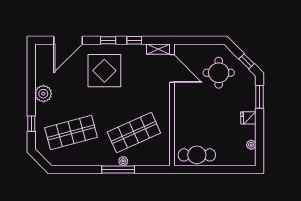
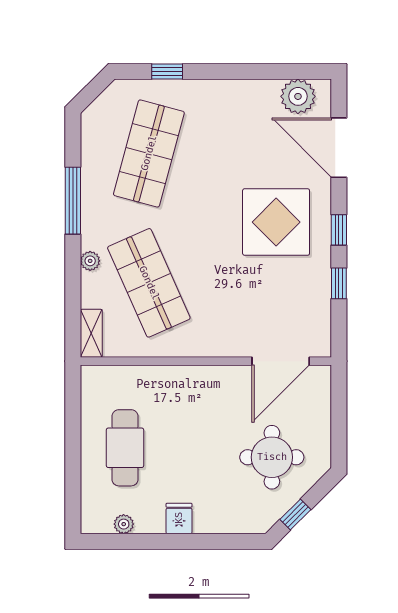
shelving: (158, 49) -> (91, 333), moved
plant: (43, 94) -> (298, 96), moved
window: (260, 97) -> (222, 541), removed
shop shelf: (71, 133) -> (149, 153), turned 30
cafe table: (197, 155) -> (125, 448), moved
window: (118, 169) -> (73, 201), moved

